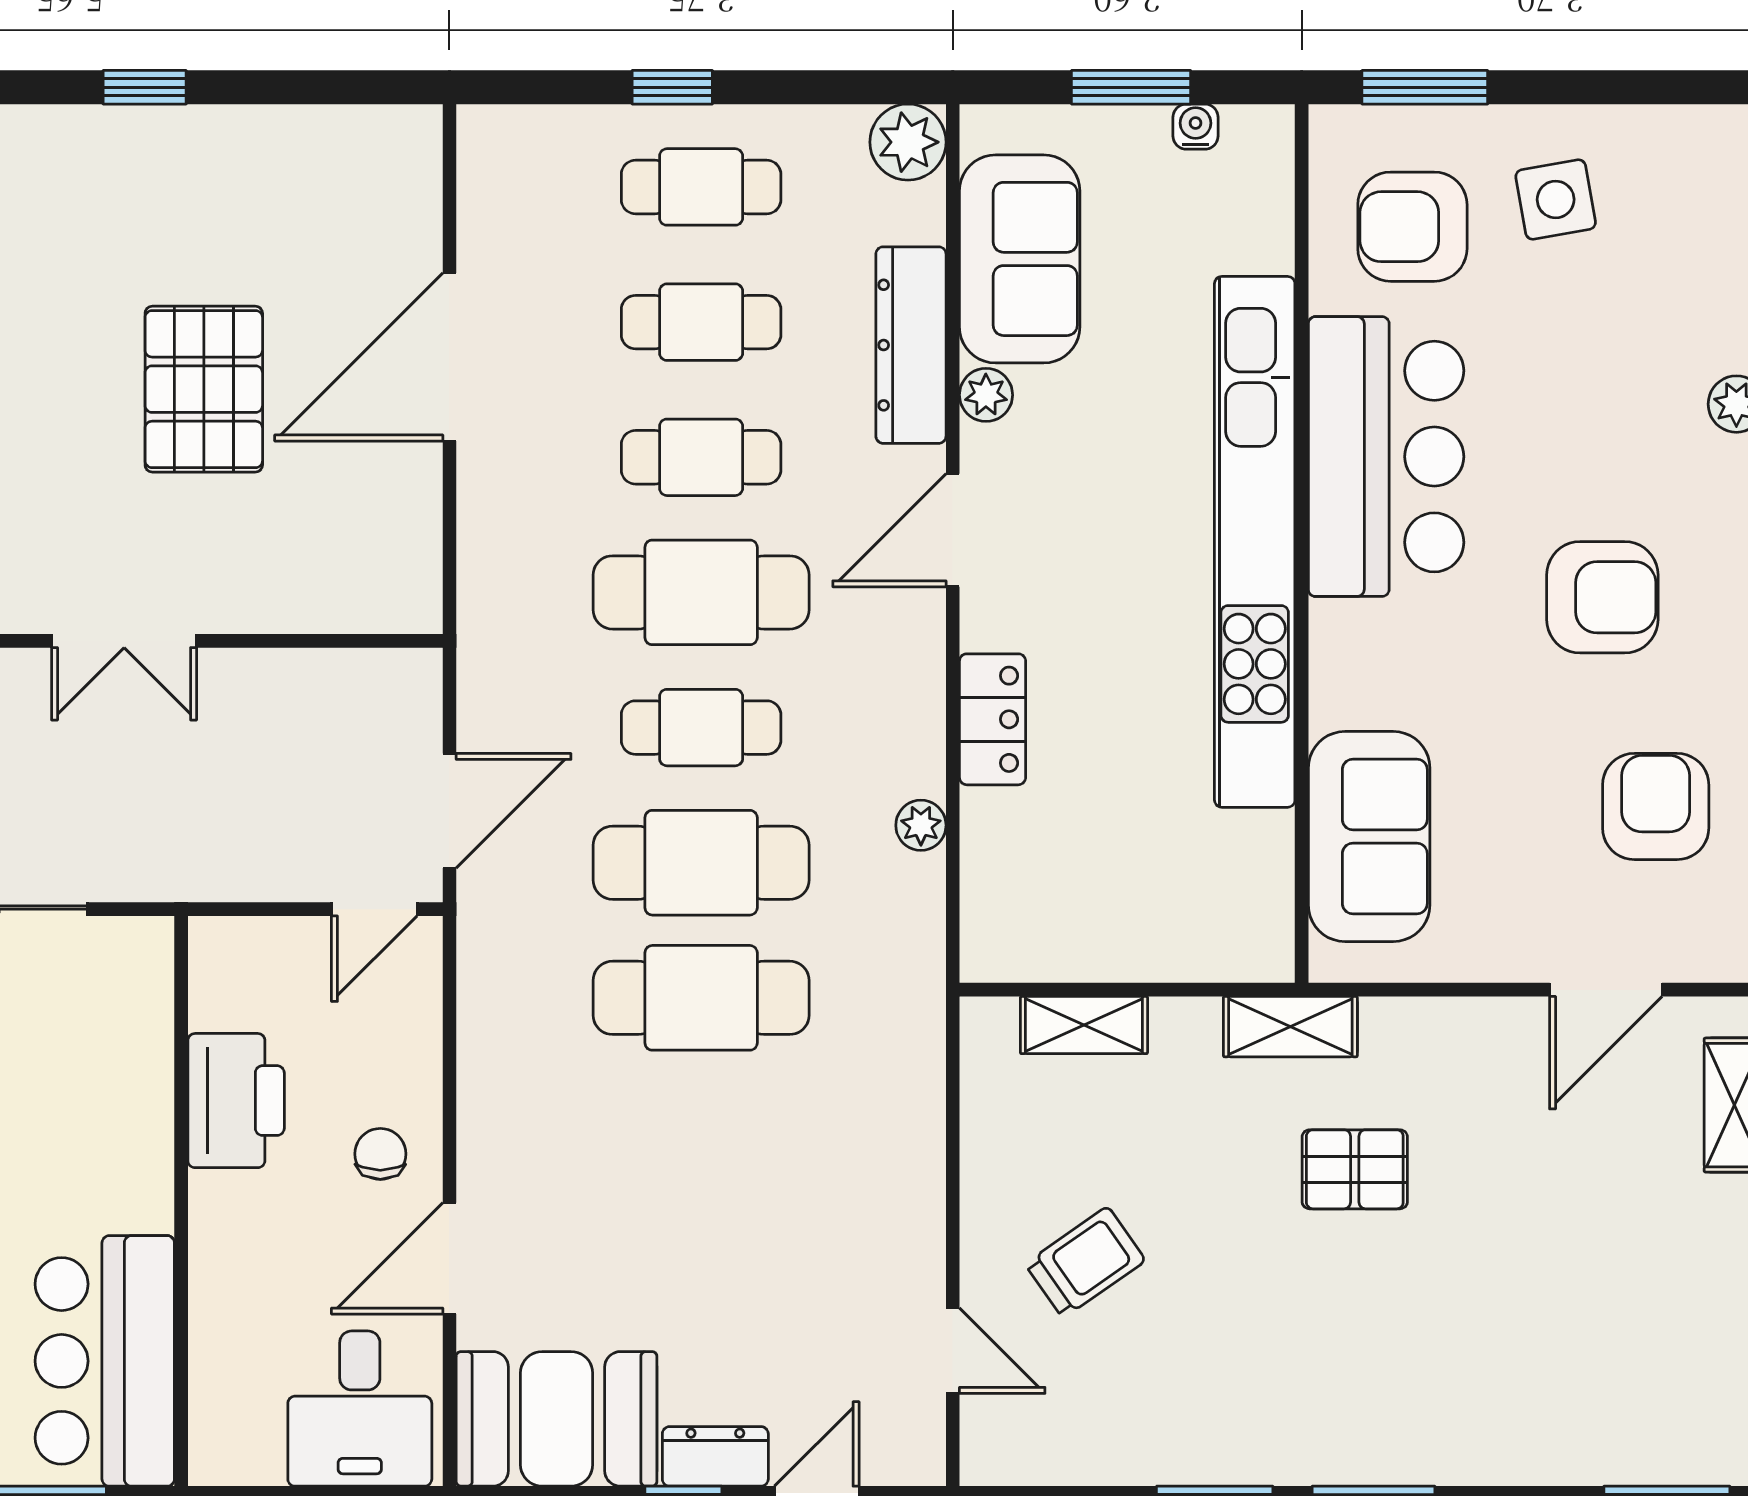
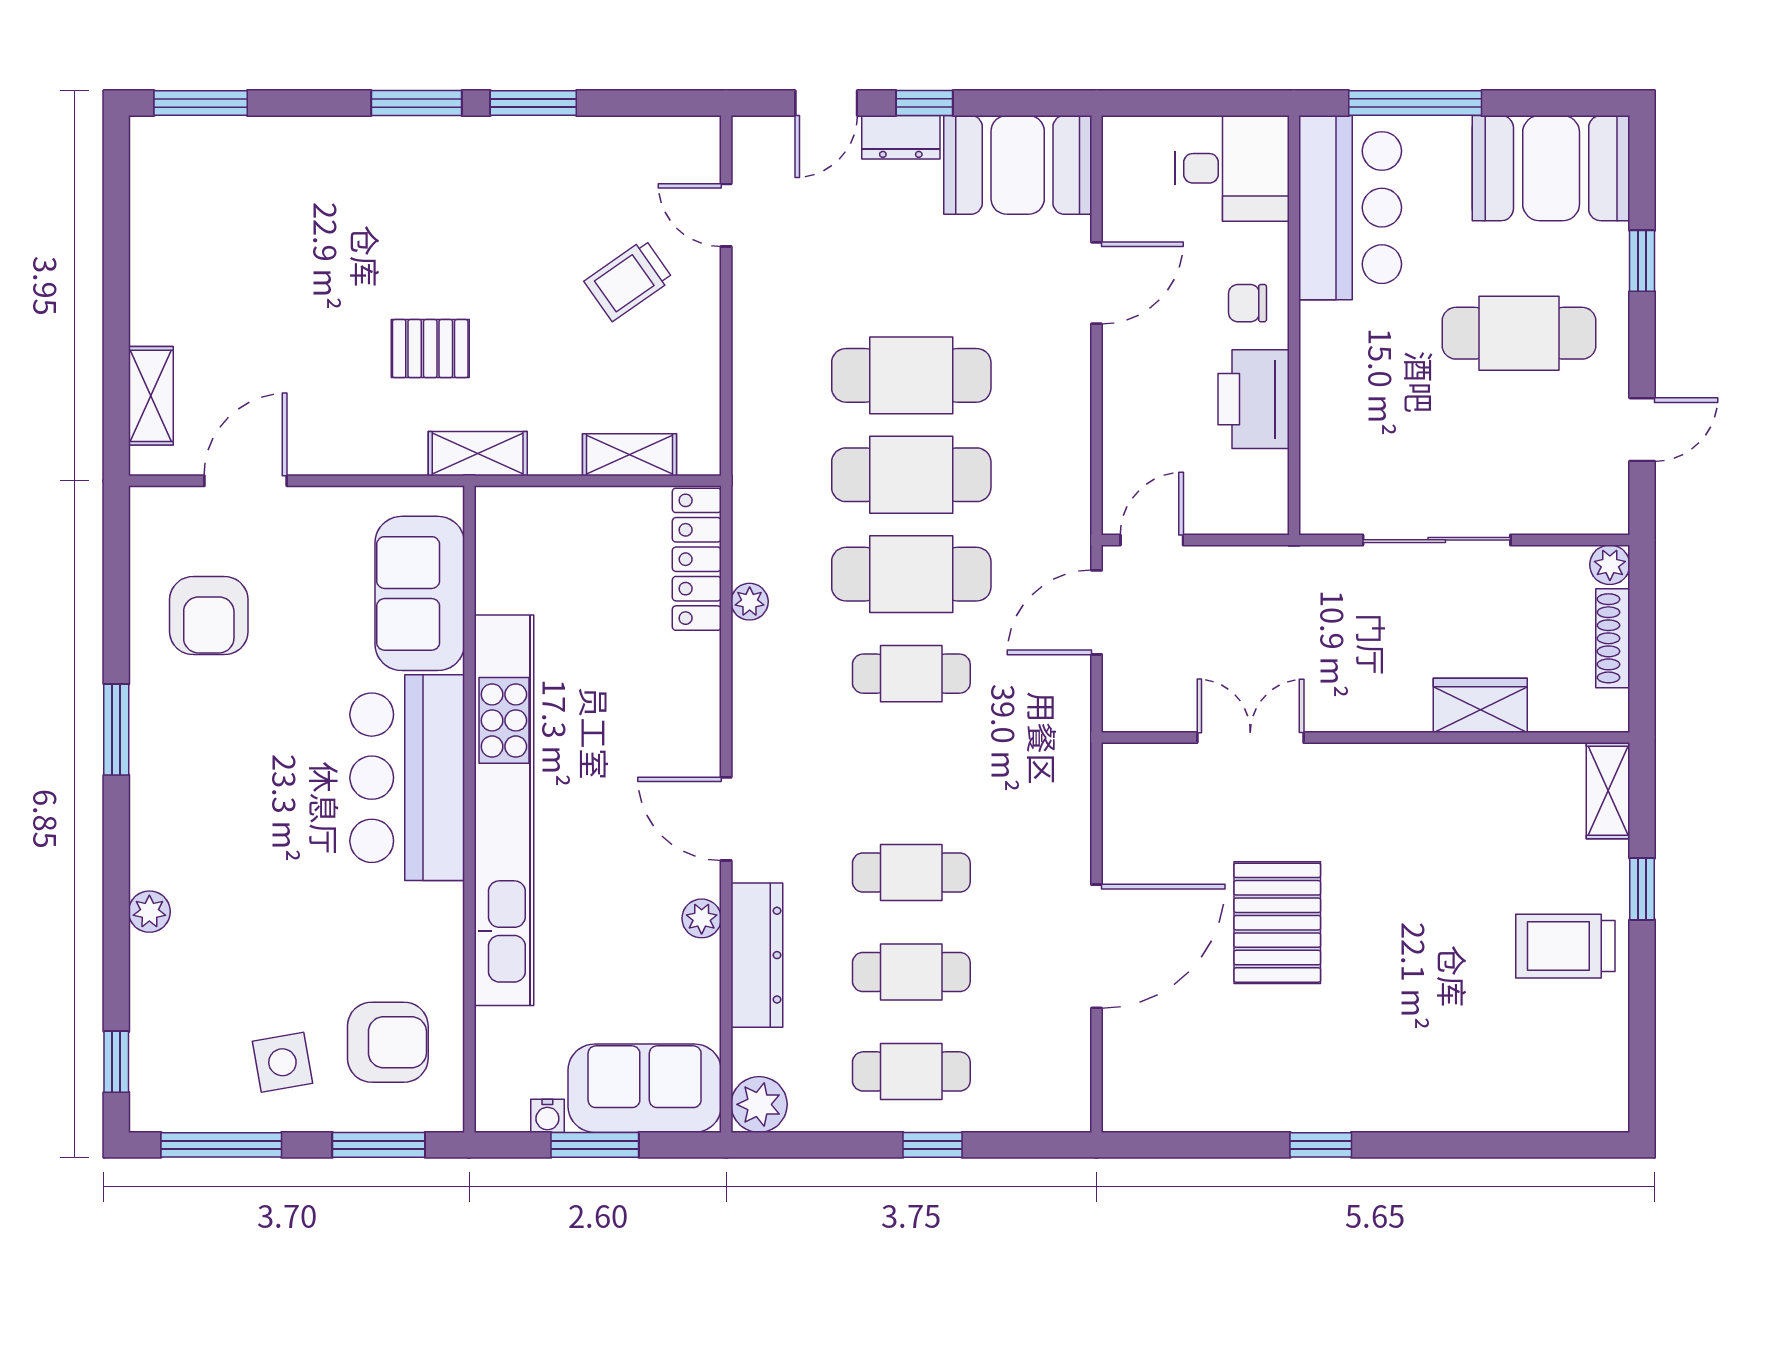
window: (1639, 87) -> (221, 1145), added
sofa: (1020, 259) -> (645, 1088), moved, turned 90
bar counter: (1386, 457) -> (407, 778), moved
door: (953, 530) -> (726, 819), swing flipped
cafe table: (701, 592) -> (911, 375), moved
armchair: (1602, 597) -> (248, 770), removed
double door: (124, 641) -> (1250, 737), moved
locker: (993, 719) -> (697, 559), moved, width x1.53
chair: (380, 1154) -> (1247, 303), moved, turned 90
desk: (360, 1409) -> (1232, 168), moved, turned 90

